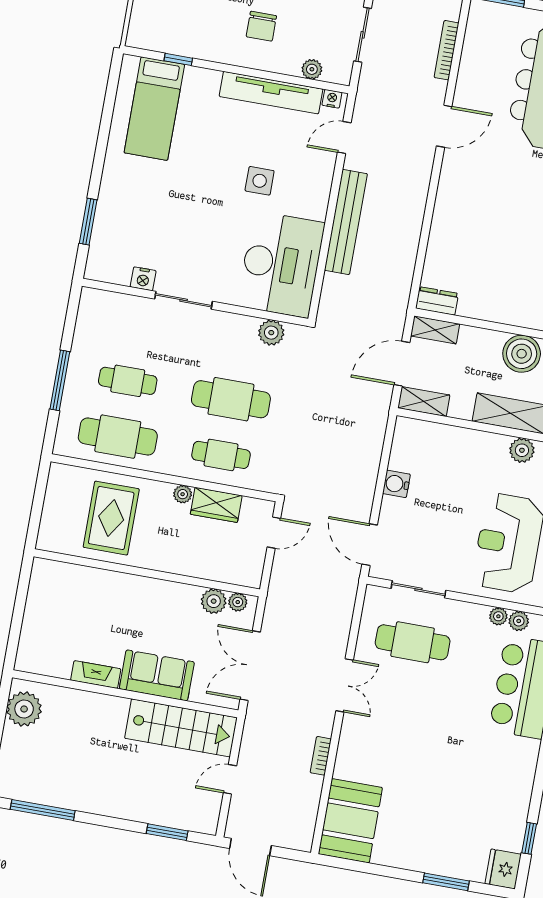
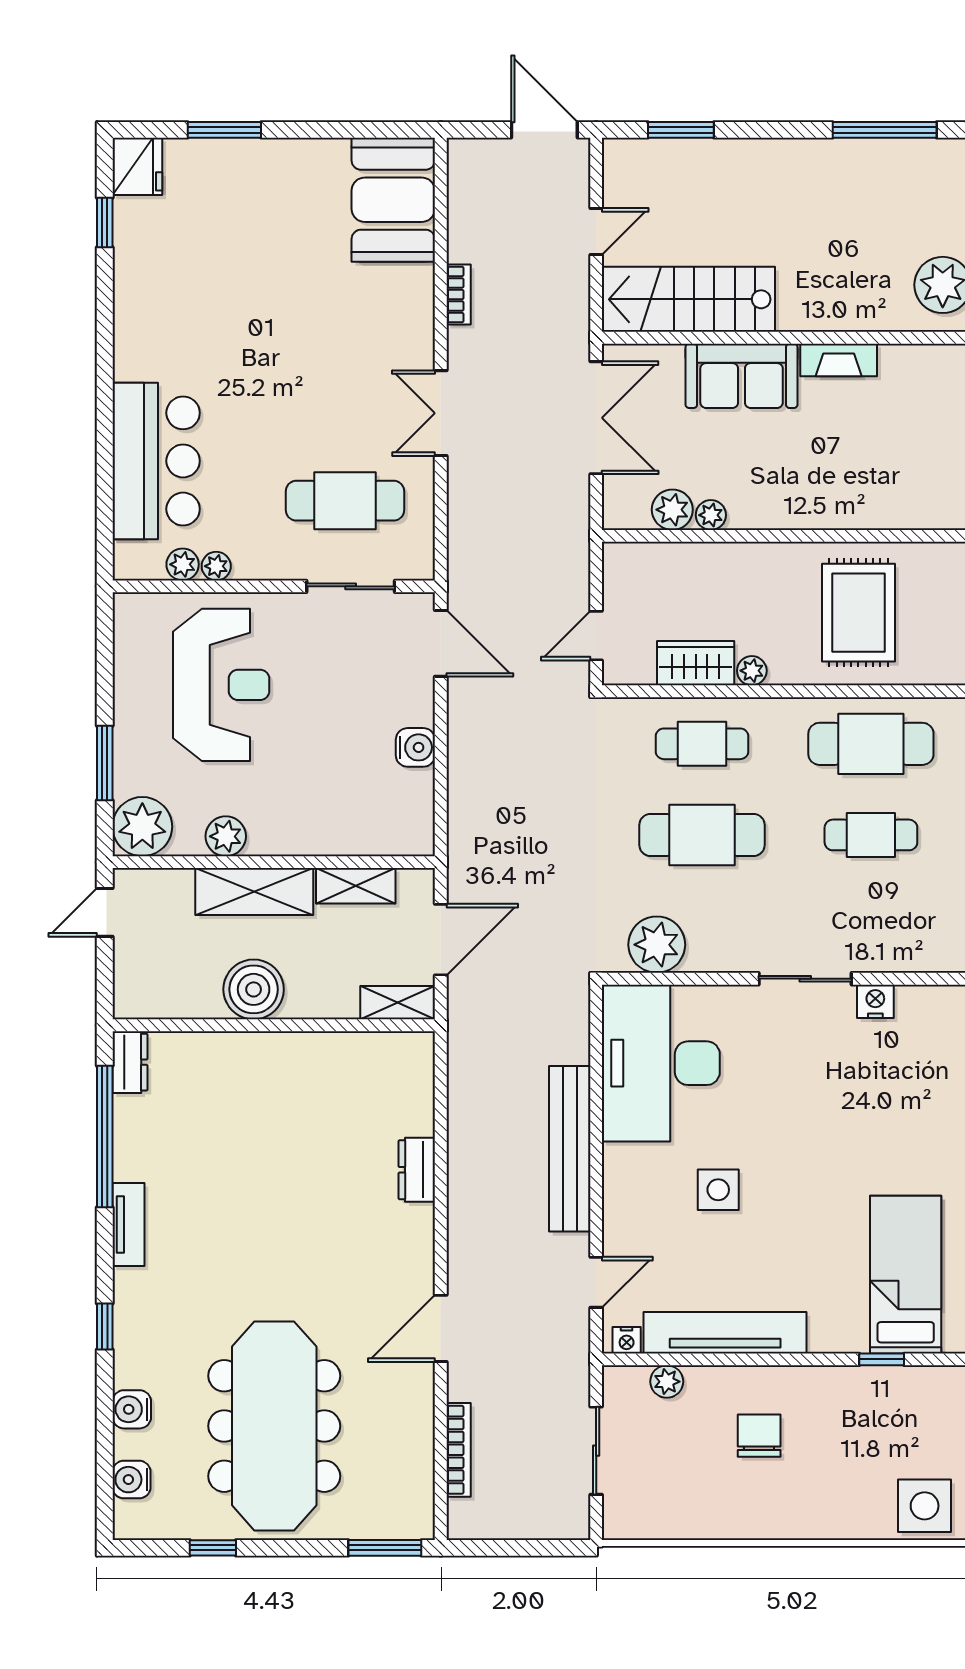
dresser: (437, 301) -> (417, 1170), moved, turned 90
plant: (271, 333) -> (657, 945), width x1.36, depth x1.36
shelving: (424, 402) -> (356, 886), moved
plant: (238, 602) -> (711, 515), moved

